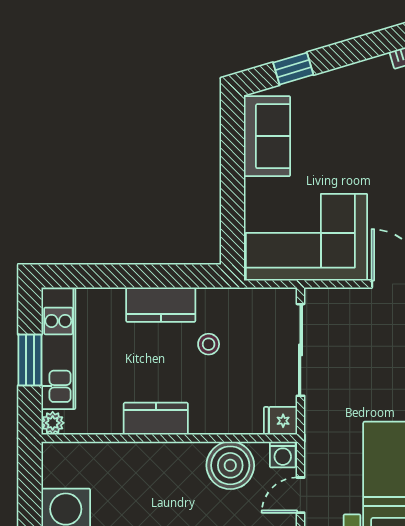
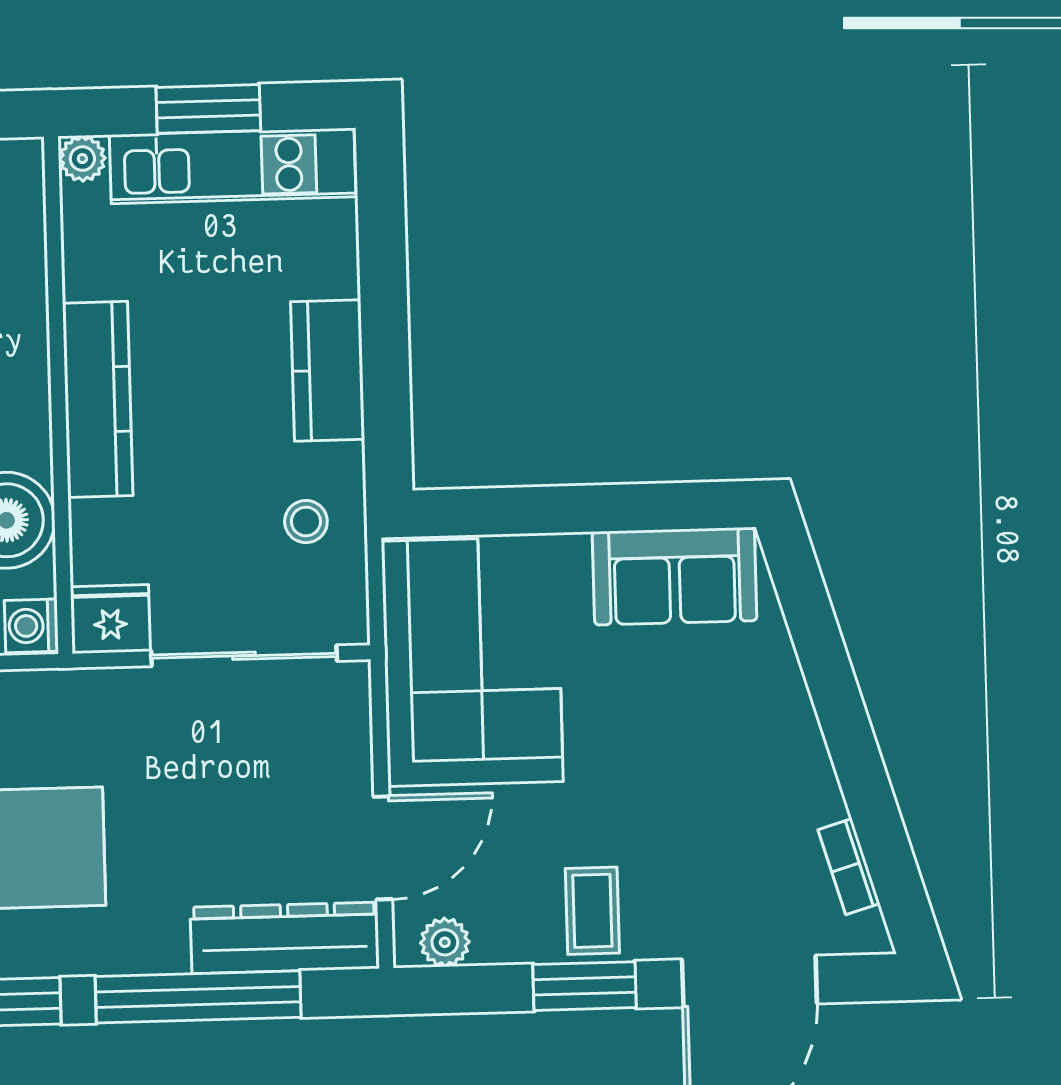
window: (293, 69) -> (813, 625), removed
stool: (209, 344) -> (306, 522), moved
kitchen counter: (156, 419) -> (98, 399), width x1.50
fridge: (280, 421) -> (110, 619), width x1.38

